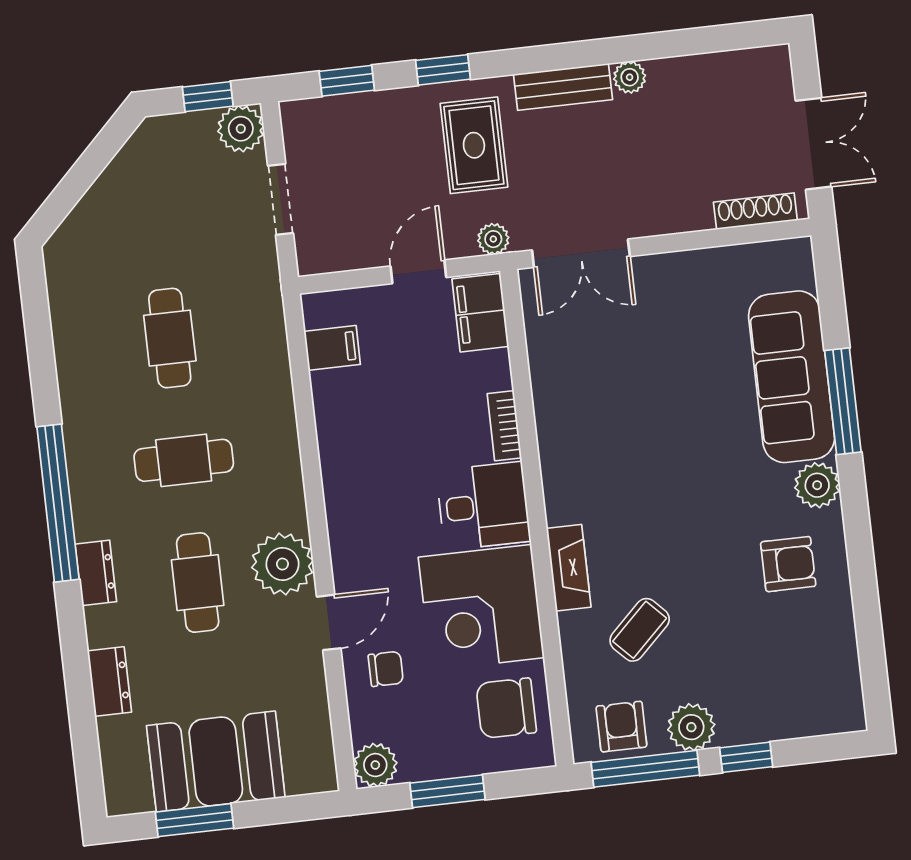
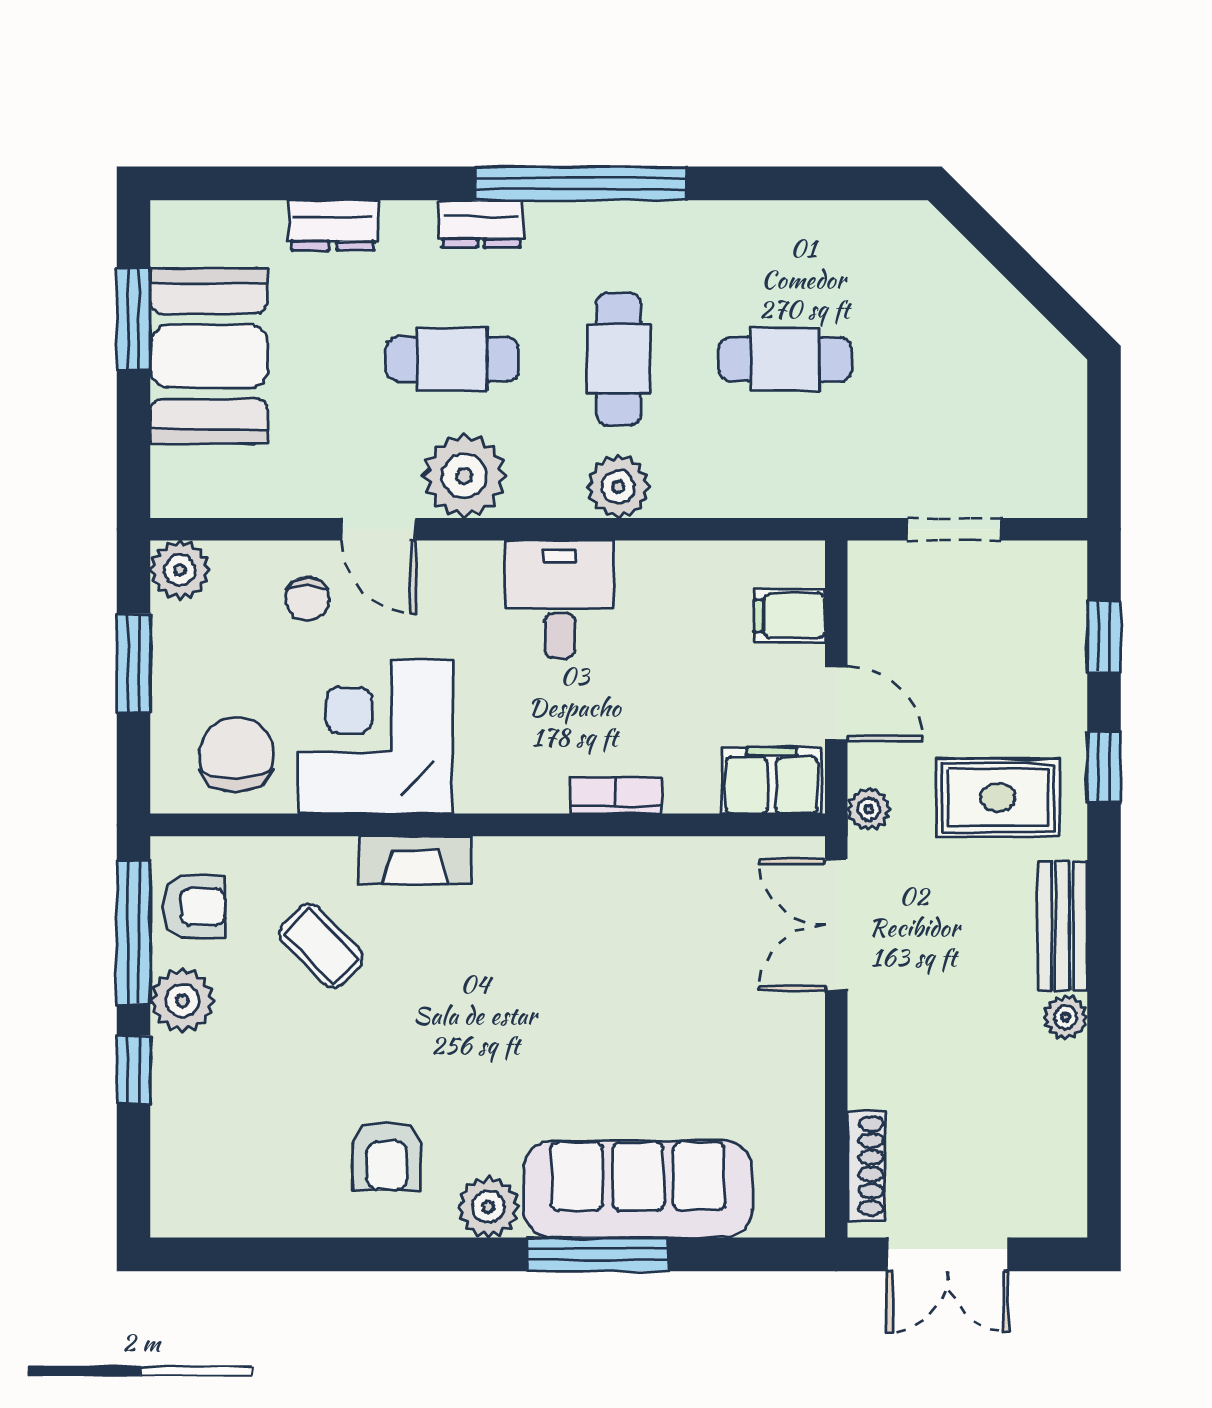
window: (208, 97) -> (1104, 447), removed
plant: (241, 129) -> (618, 487), moved
filing cabinet: (332, 348) -> (790, 616), moved, turned 90
desk: (483, 506) -> (560, 599), moved, turned 180

